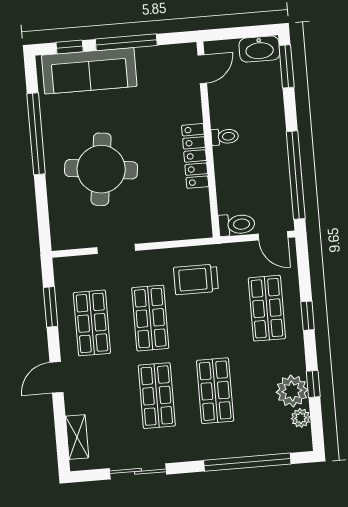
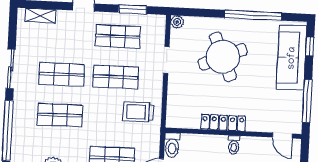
window: (126, 42) -> (307, 101), moved
round table: (101, 169) -> (223, 57), turned -30
plant: (60, 241) -> (177, 22), added
trolley: (196, 279) -> (138, 112), turned -90
sliding door: (138, 471) -> (11, 69), moved

